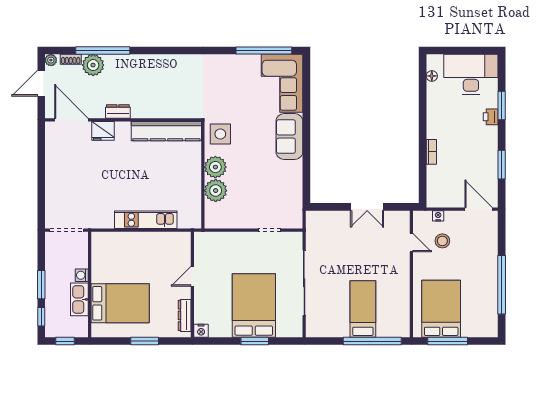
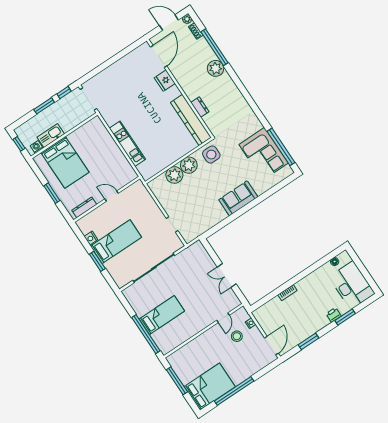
plant: (93, 65) -> (216, 68), moved
corner sofa: (282, 83) -> (264, 154), moved, turned -90
dresser: (118, 111) -> (200, 107), moved
washing machine: (82, 275) -> (37, 147), moved
bed: (254, 305) -> (116, 242), width x0.67
bed: (441, 309) -> (210, 387), moved
window: (41, 317) -> (64, 93), moved
nightstand: (201, 331) -> (91, 238), moved

